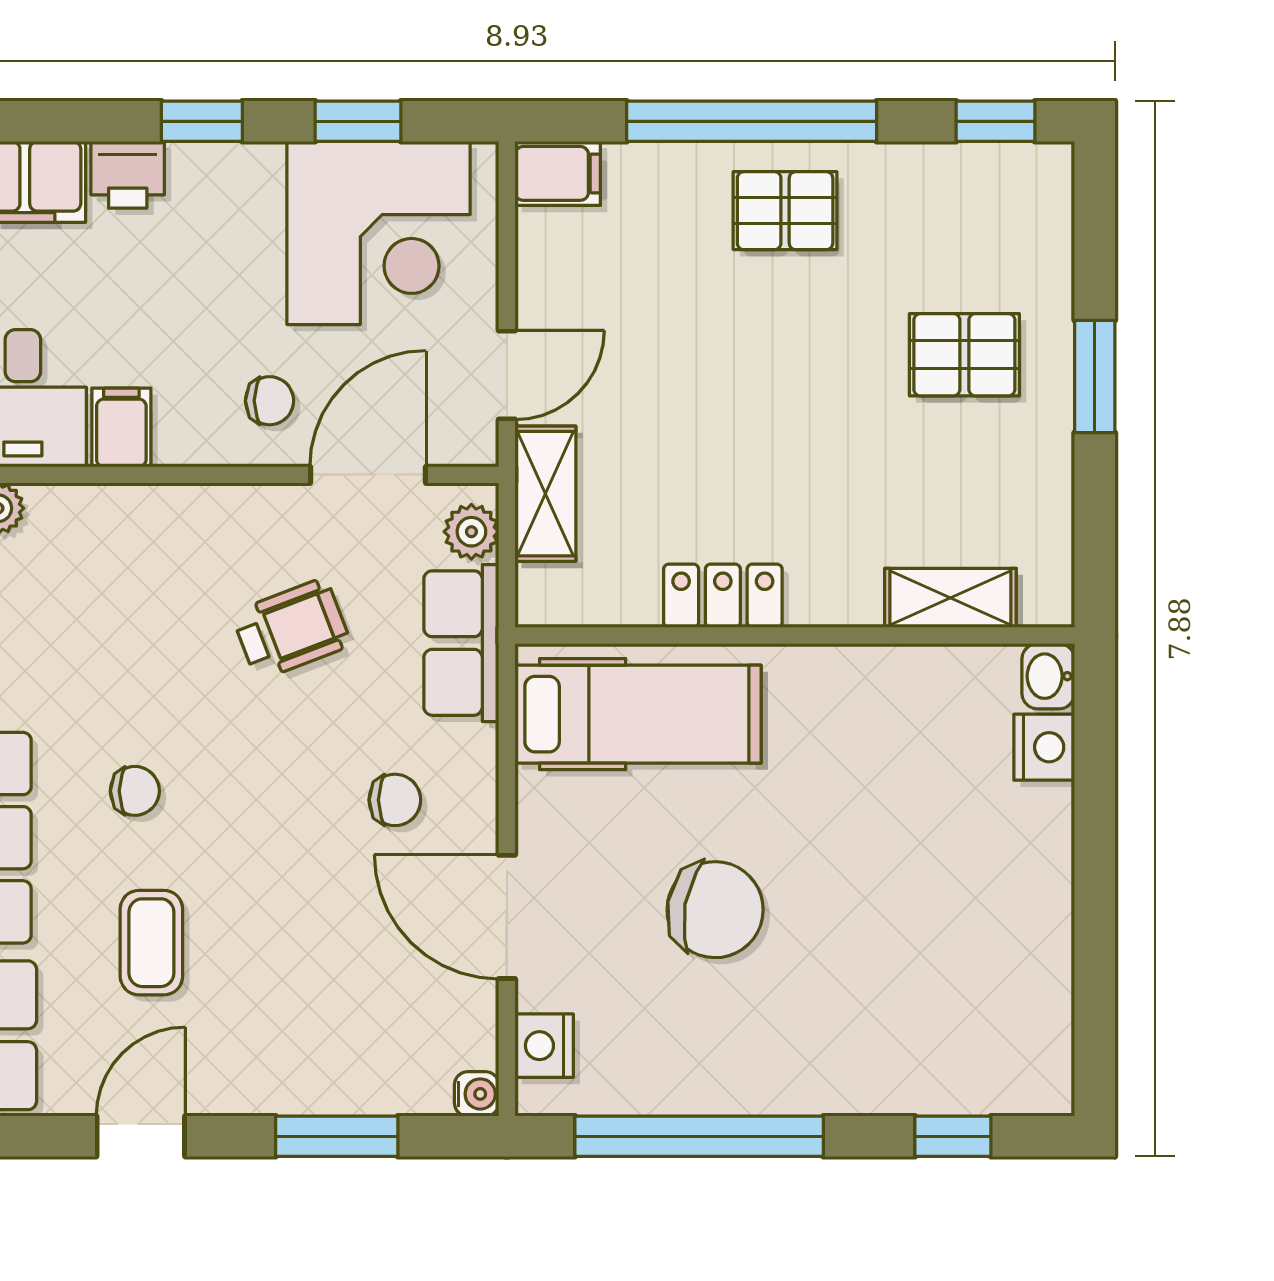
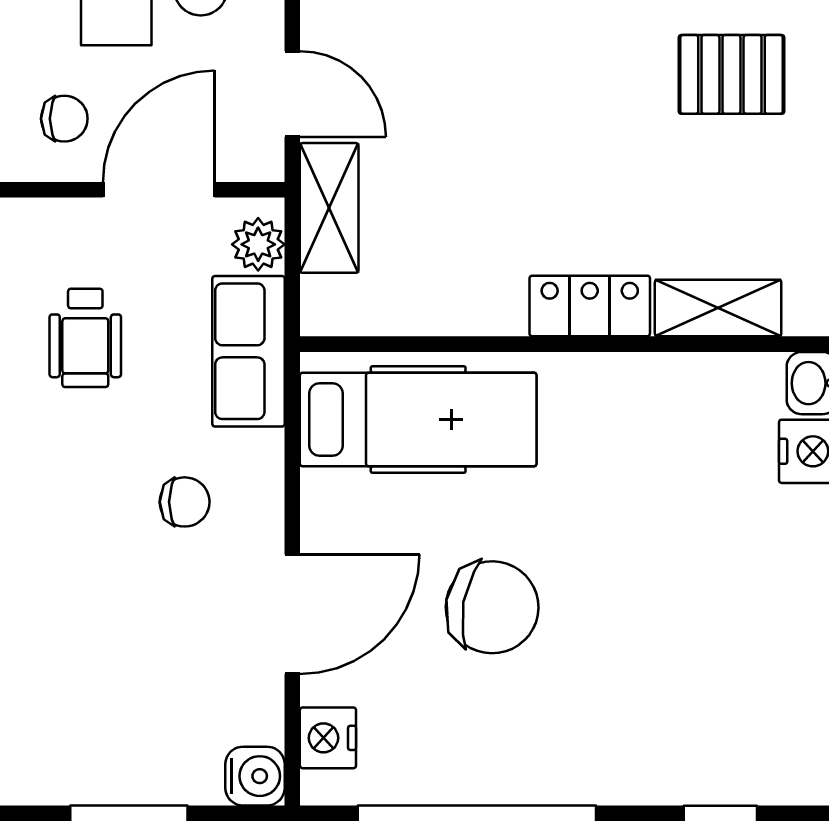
door: (507, 375) -> (292, 94), hinge flipped
locker: (723, 596) -> (590, 306), moved
wheelchair: (291, 629) -> (85, 338), turned 111
door: (507, 917) -> (292, 614), swing flipped
water cooler: (477, 1094) -> (255, 776), width x1.38, depth x1.38

